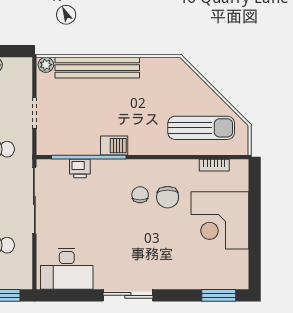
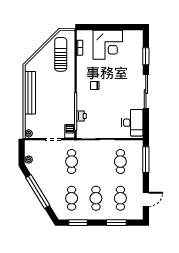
bench: (97, 68) -> (30, 93), moved
barbecue: (114, 146) -> (70, 131), moved
chair: (168, 197) -> (96, 71), removed
sliding door: (128, 295) -> (146, 92), width x1.37
window: (219, 295) -> (146, 56), moved

